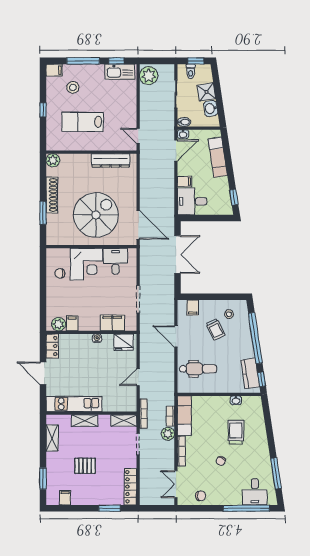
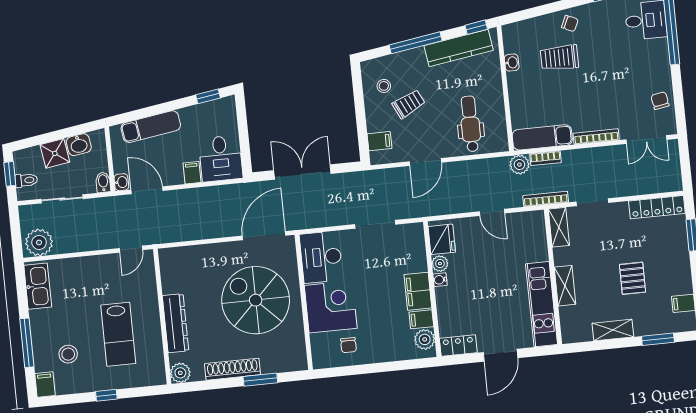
window: (116, 61) -> (22, 293), removed
dresser: (111, 160) -> (176, 323), moved
desk: (115, 261) -> (321, 257), width x1.37
filing cabinet: (112, 323) -> (418, 291), moved
window: (255, 338) -> (416, 43), width x0.68
plant: (108, 339) -> (440, 264), added
kitchen counter: (250, 373) -> (459, 48), width x1.50
plant: (168, 434) -> (519, 165), moved
shelving: (52, 438) -> (613, 330), moved
chair: (221, 461) -> (570, 23), moved

